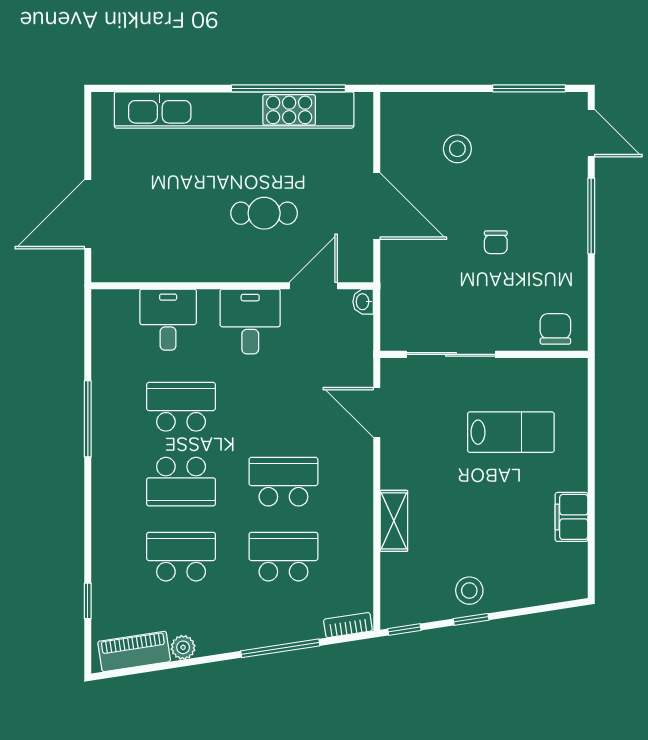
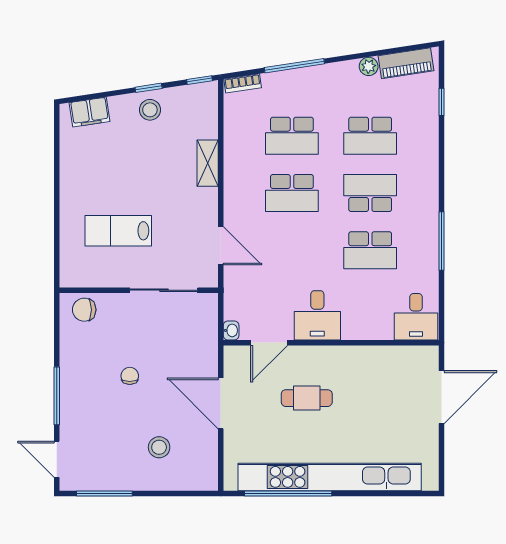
desk: (168, 320) -> (416, 317), moved
chair: (555, 329) -> (84, 310), turned 90
filing cabinet: (571, 517) -> (90, 112), moved, turned 81

